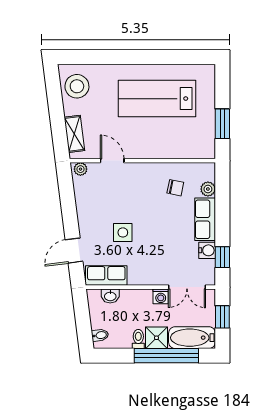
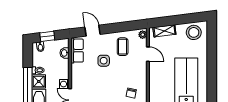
door: (112, 161) -> (148, 54), hinge flipped
coffee table: (100, 202) -> (123, 47), added
window: (83, 324) -> (47, 36), added

